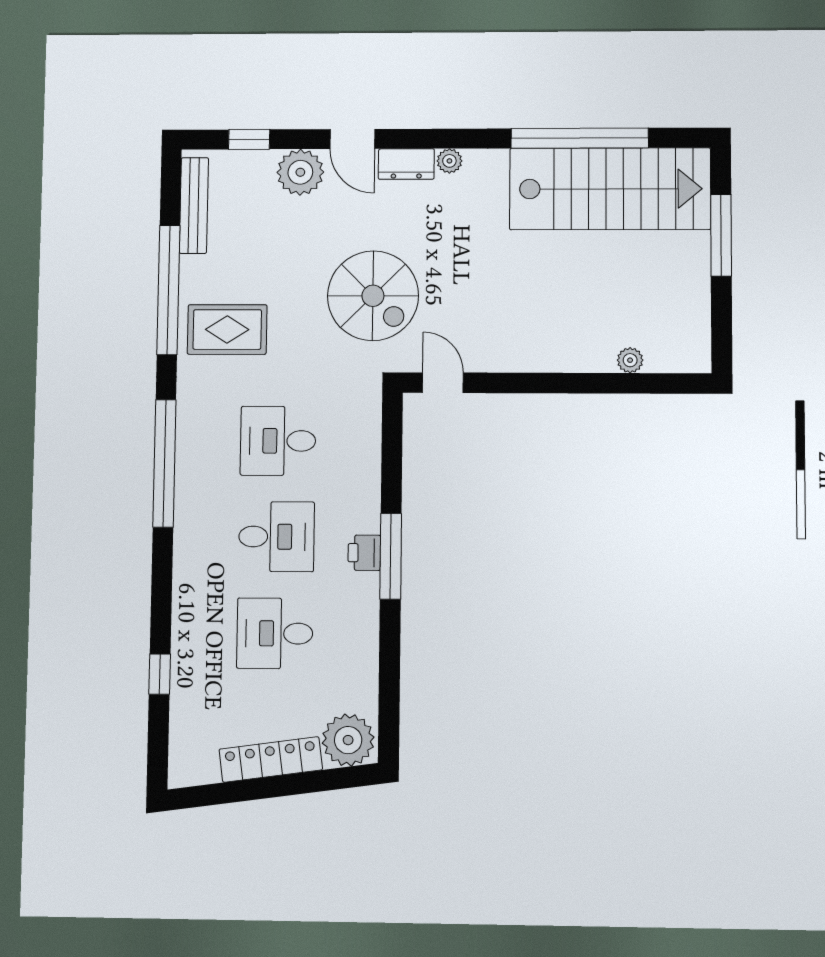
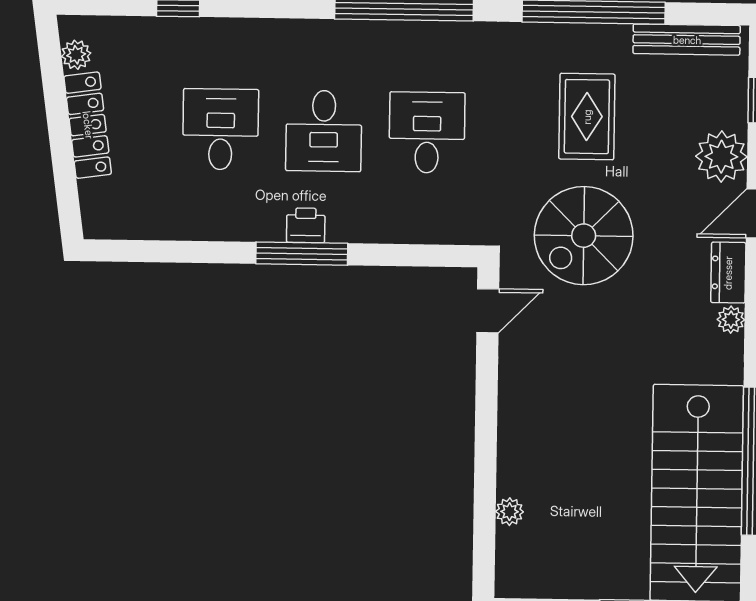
rug: (227, 329) -> (587, 117), moved
plant: (348, 740) -> (76, 55), moved, width x0.53, depth x0.53

